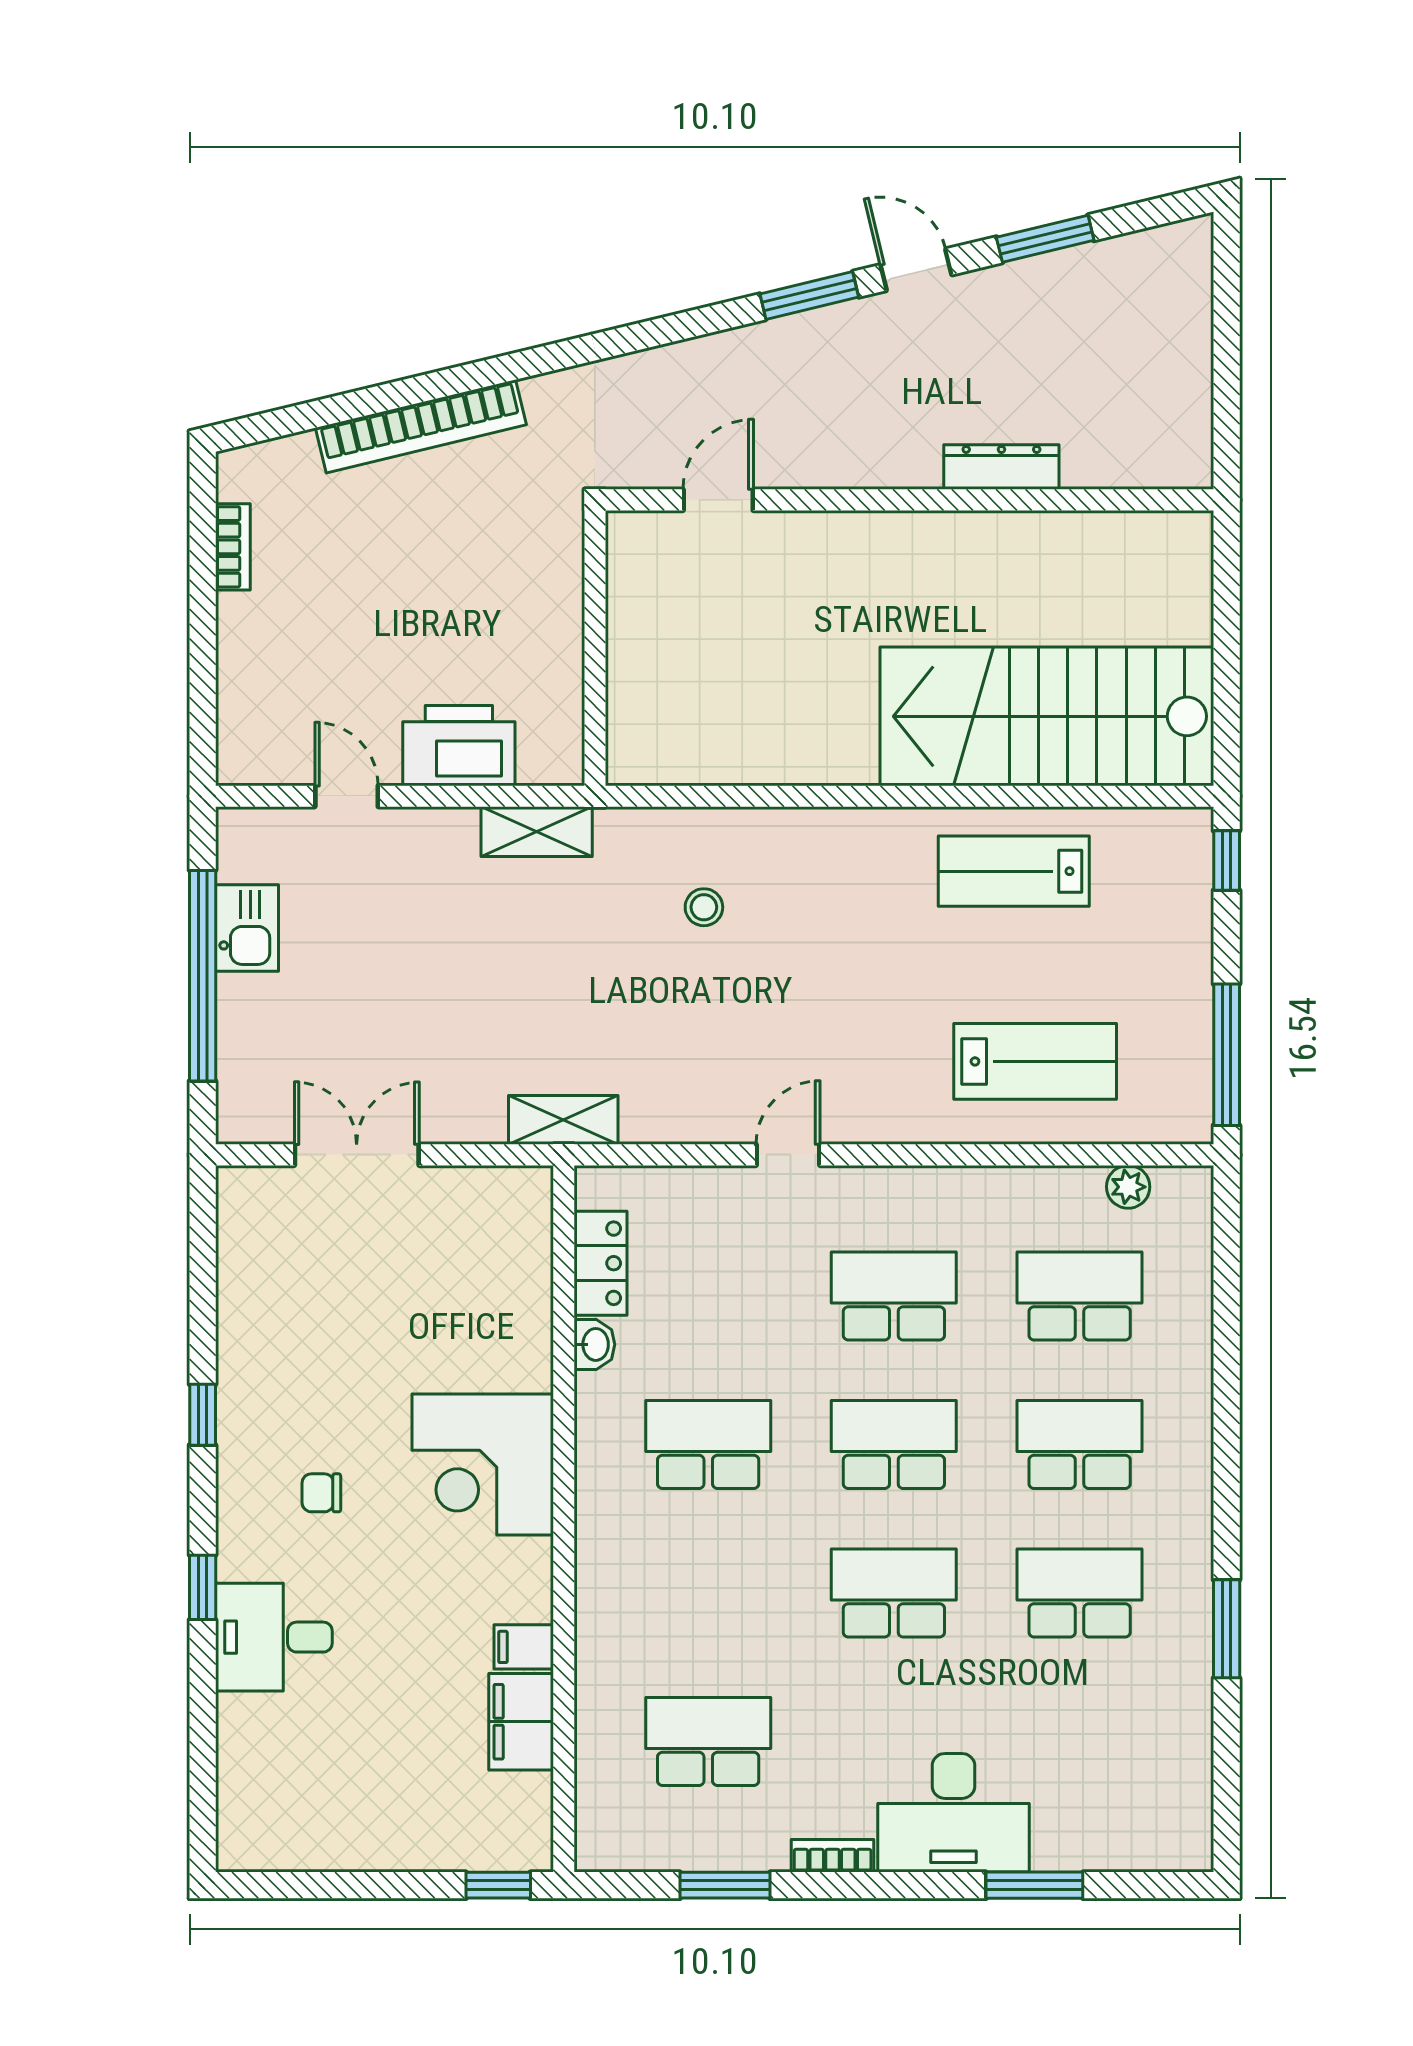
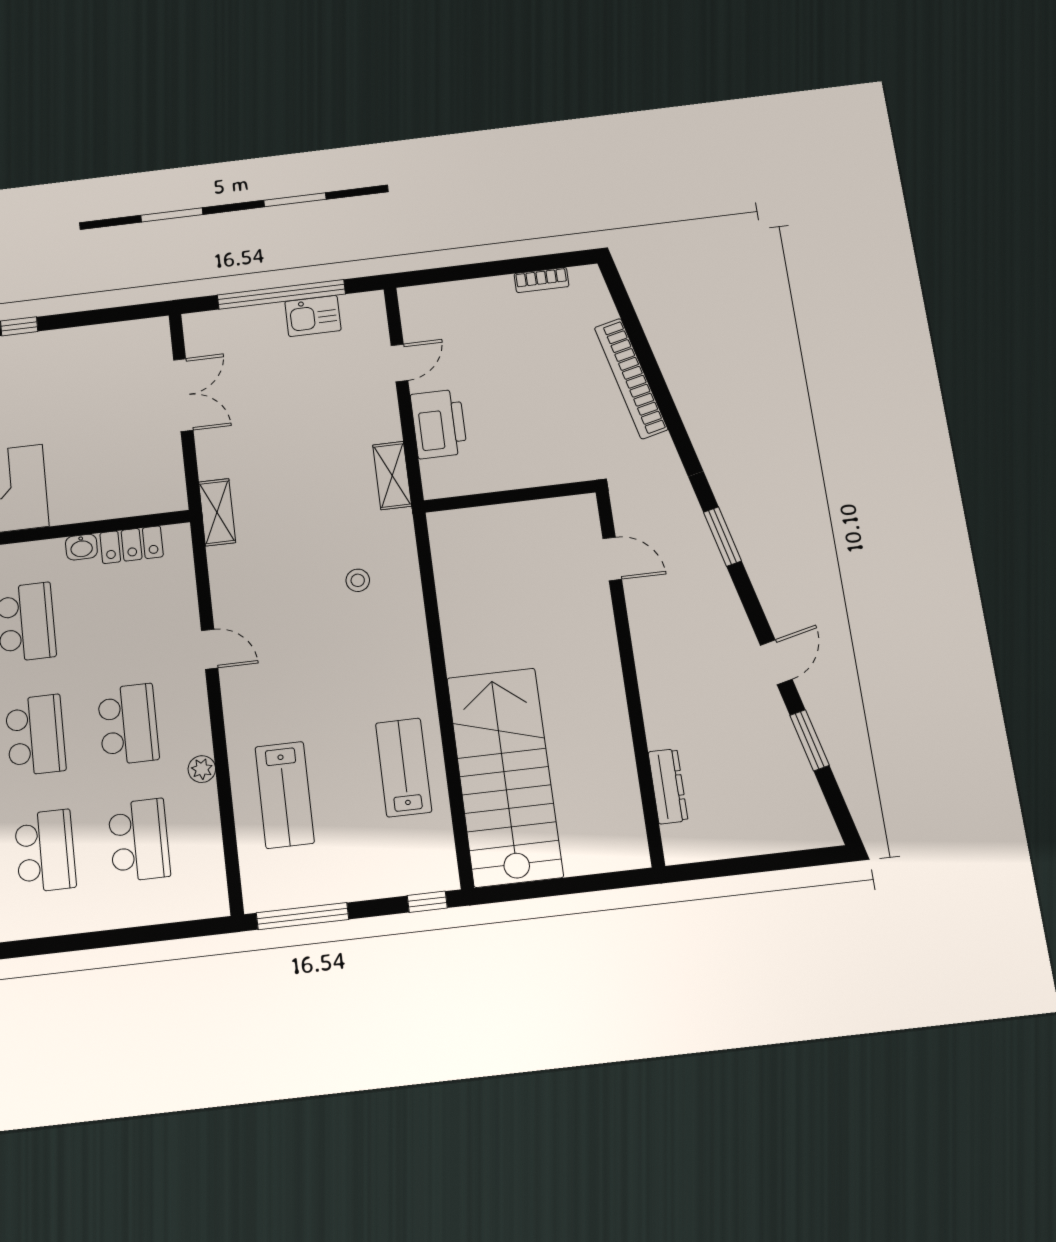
window: (809, 296) -> (723, 537), moved
dresser: (1001, 467) -> (668, 786), moved
plant: (1128, 1187) -> (202, 769), moved

